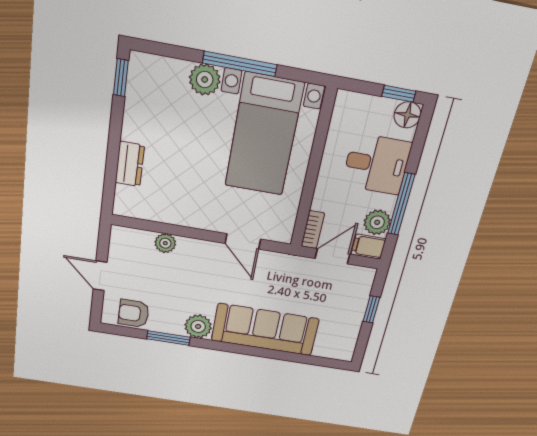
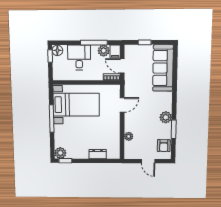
plant: (205, 80) -> (60, 153), moved
door: (100, 276) -> (148, 161), hinge flipped
sofa: (265, 330) -> (163, 68), moved

